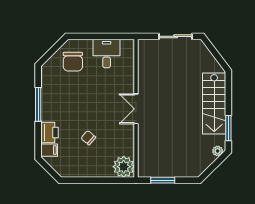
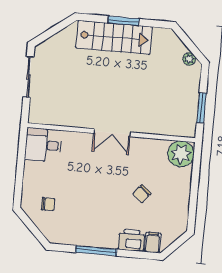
desk: (107, 53) -> (43, 145), moved
chair: (73, 62) -> (48, 204), width x0.54, depth x0.54
window: (228, 128) -> (124, 21), moved
plant: (218, 151) -> (189, 59), moved

